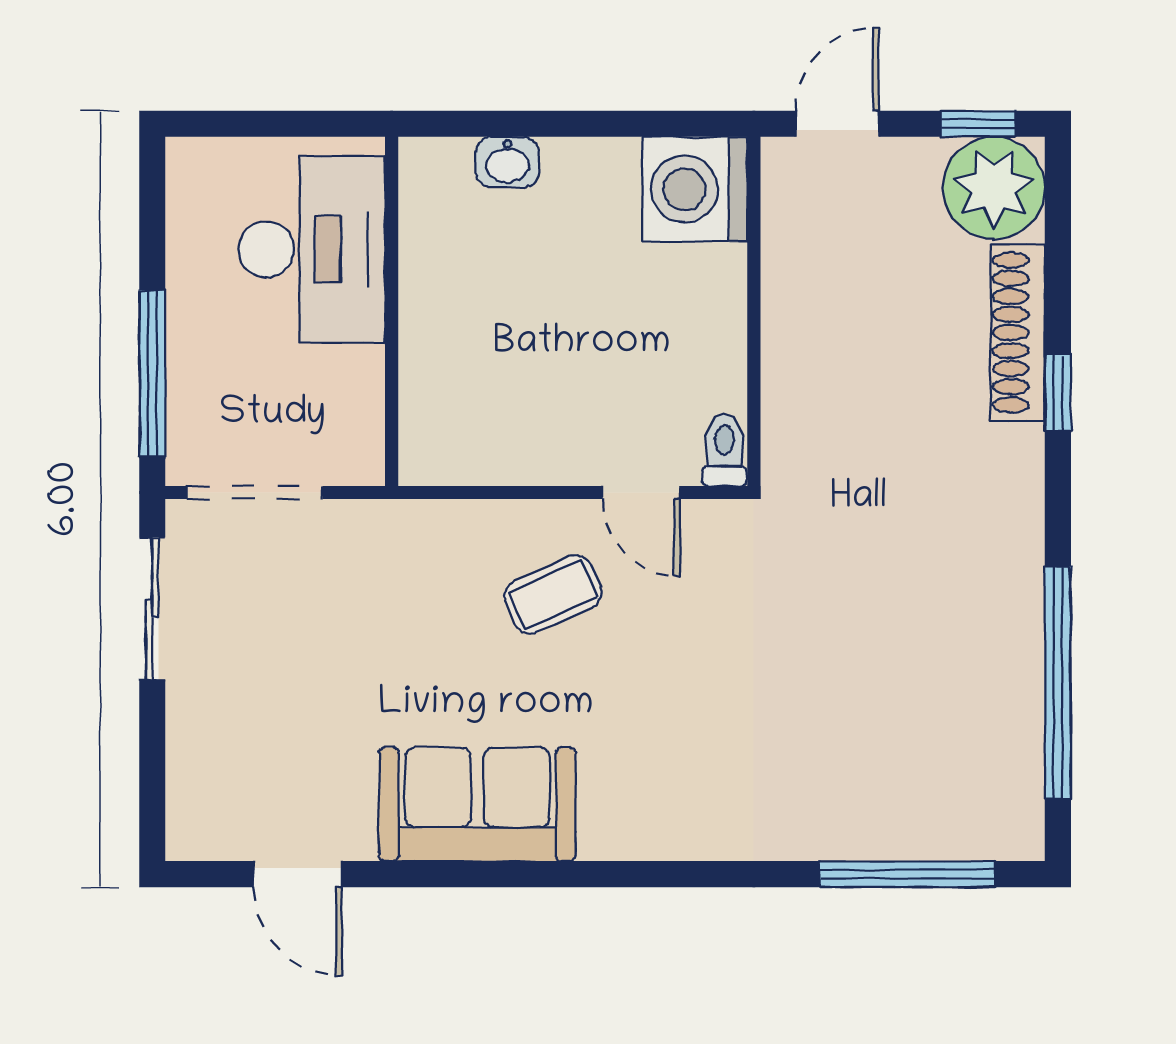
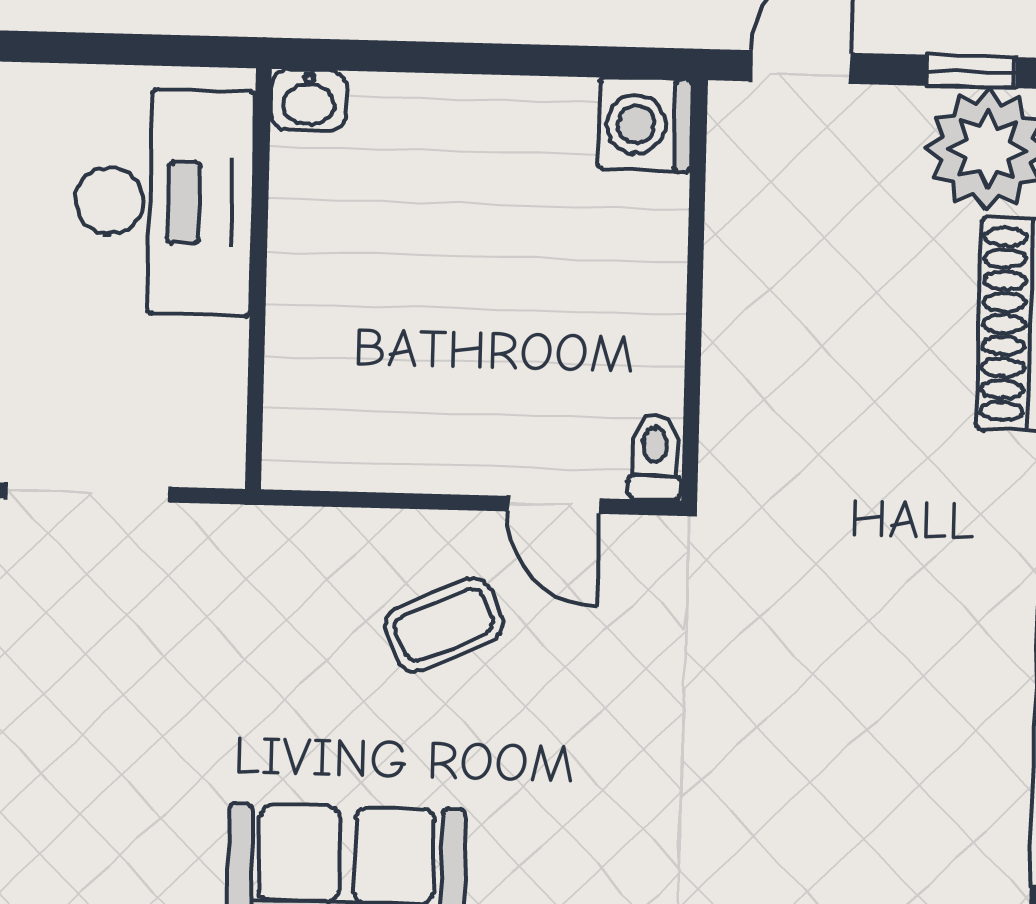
washbasin: (508, 162) -> (309, 100), moved
washing machine: (695, 189) -> (645, 125), width x0.73, depth x0.73

